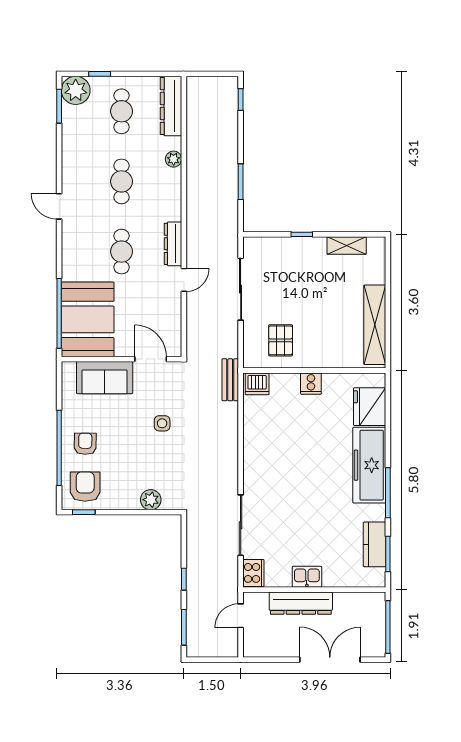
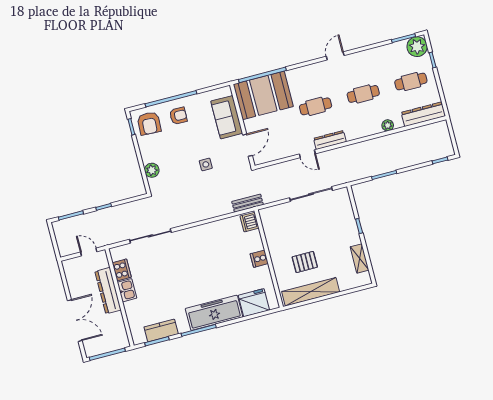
pallet: (281, 340) -> (305, 262), moved
armchair: (85, 487) -> (149, 123), turned 93
cooker: (253, 573) -> (122, 270), moved, turned -90

